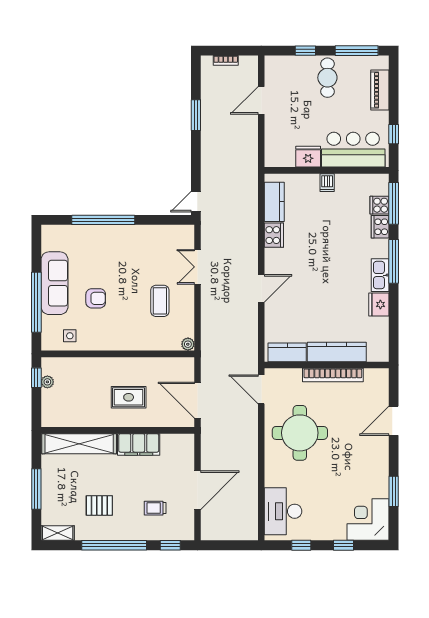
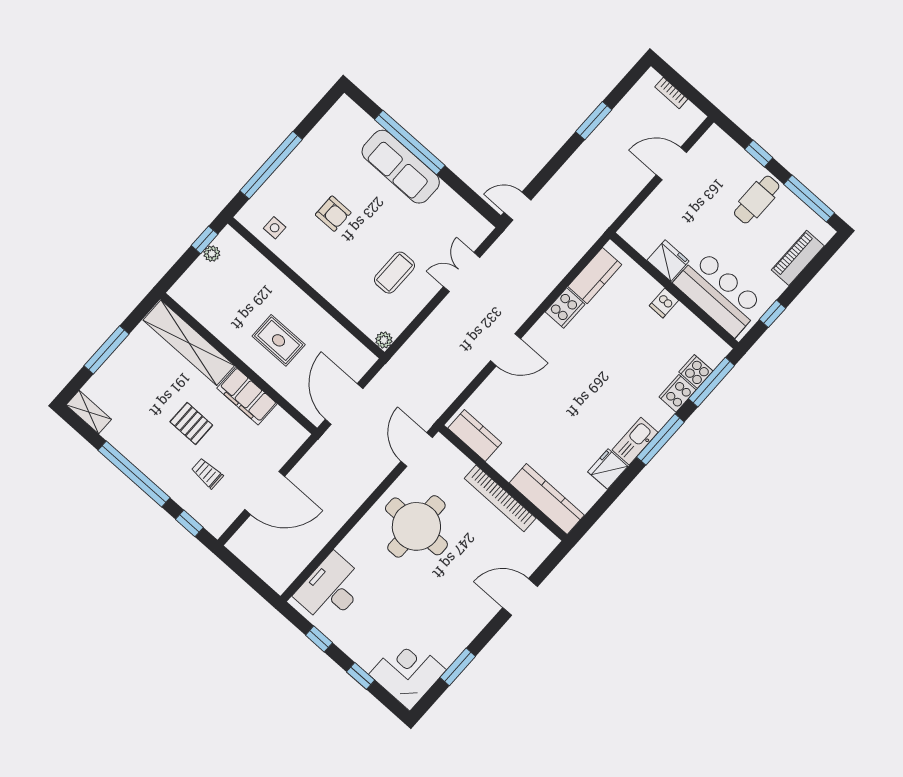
sofa: (55, 283) -> (401, 167), moved, turned 90
kitchen counter: (337, 352) -> (547, 499), moved
pallet: (99, 505) -> (191, 424), moved

